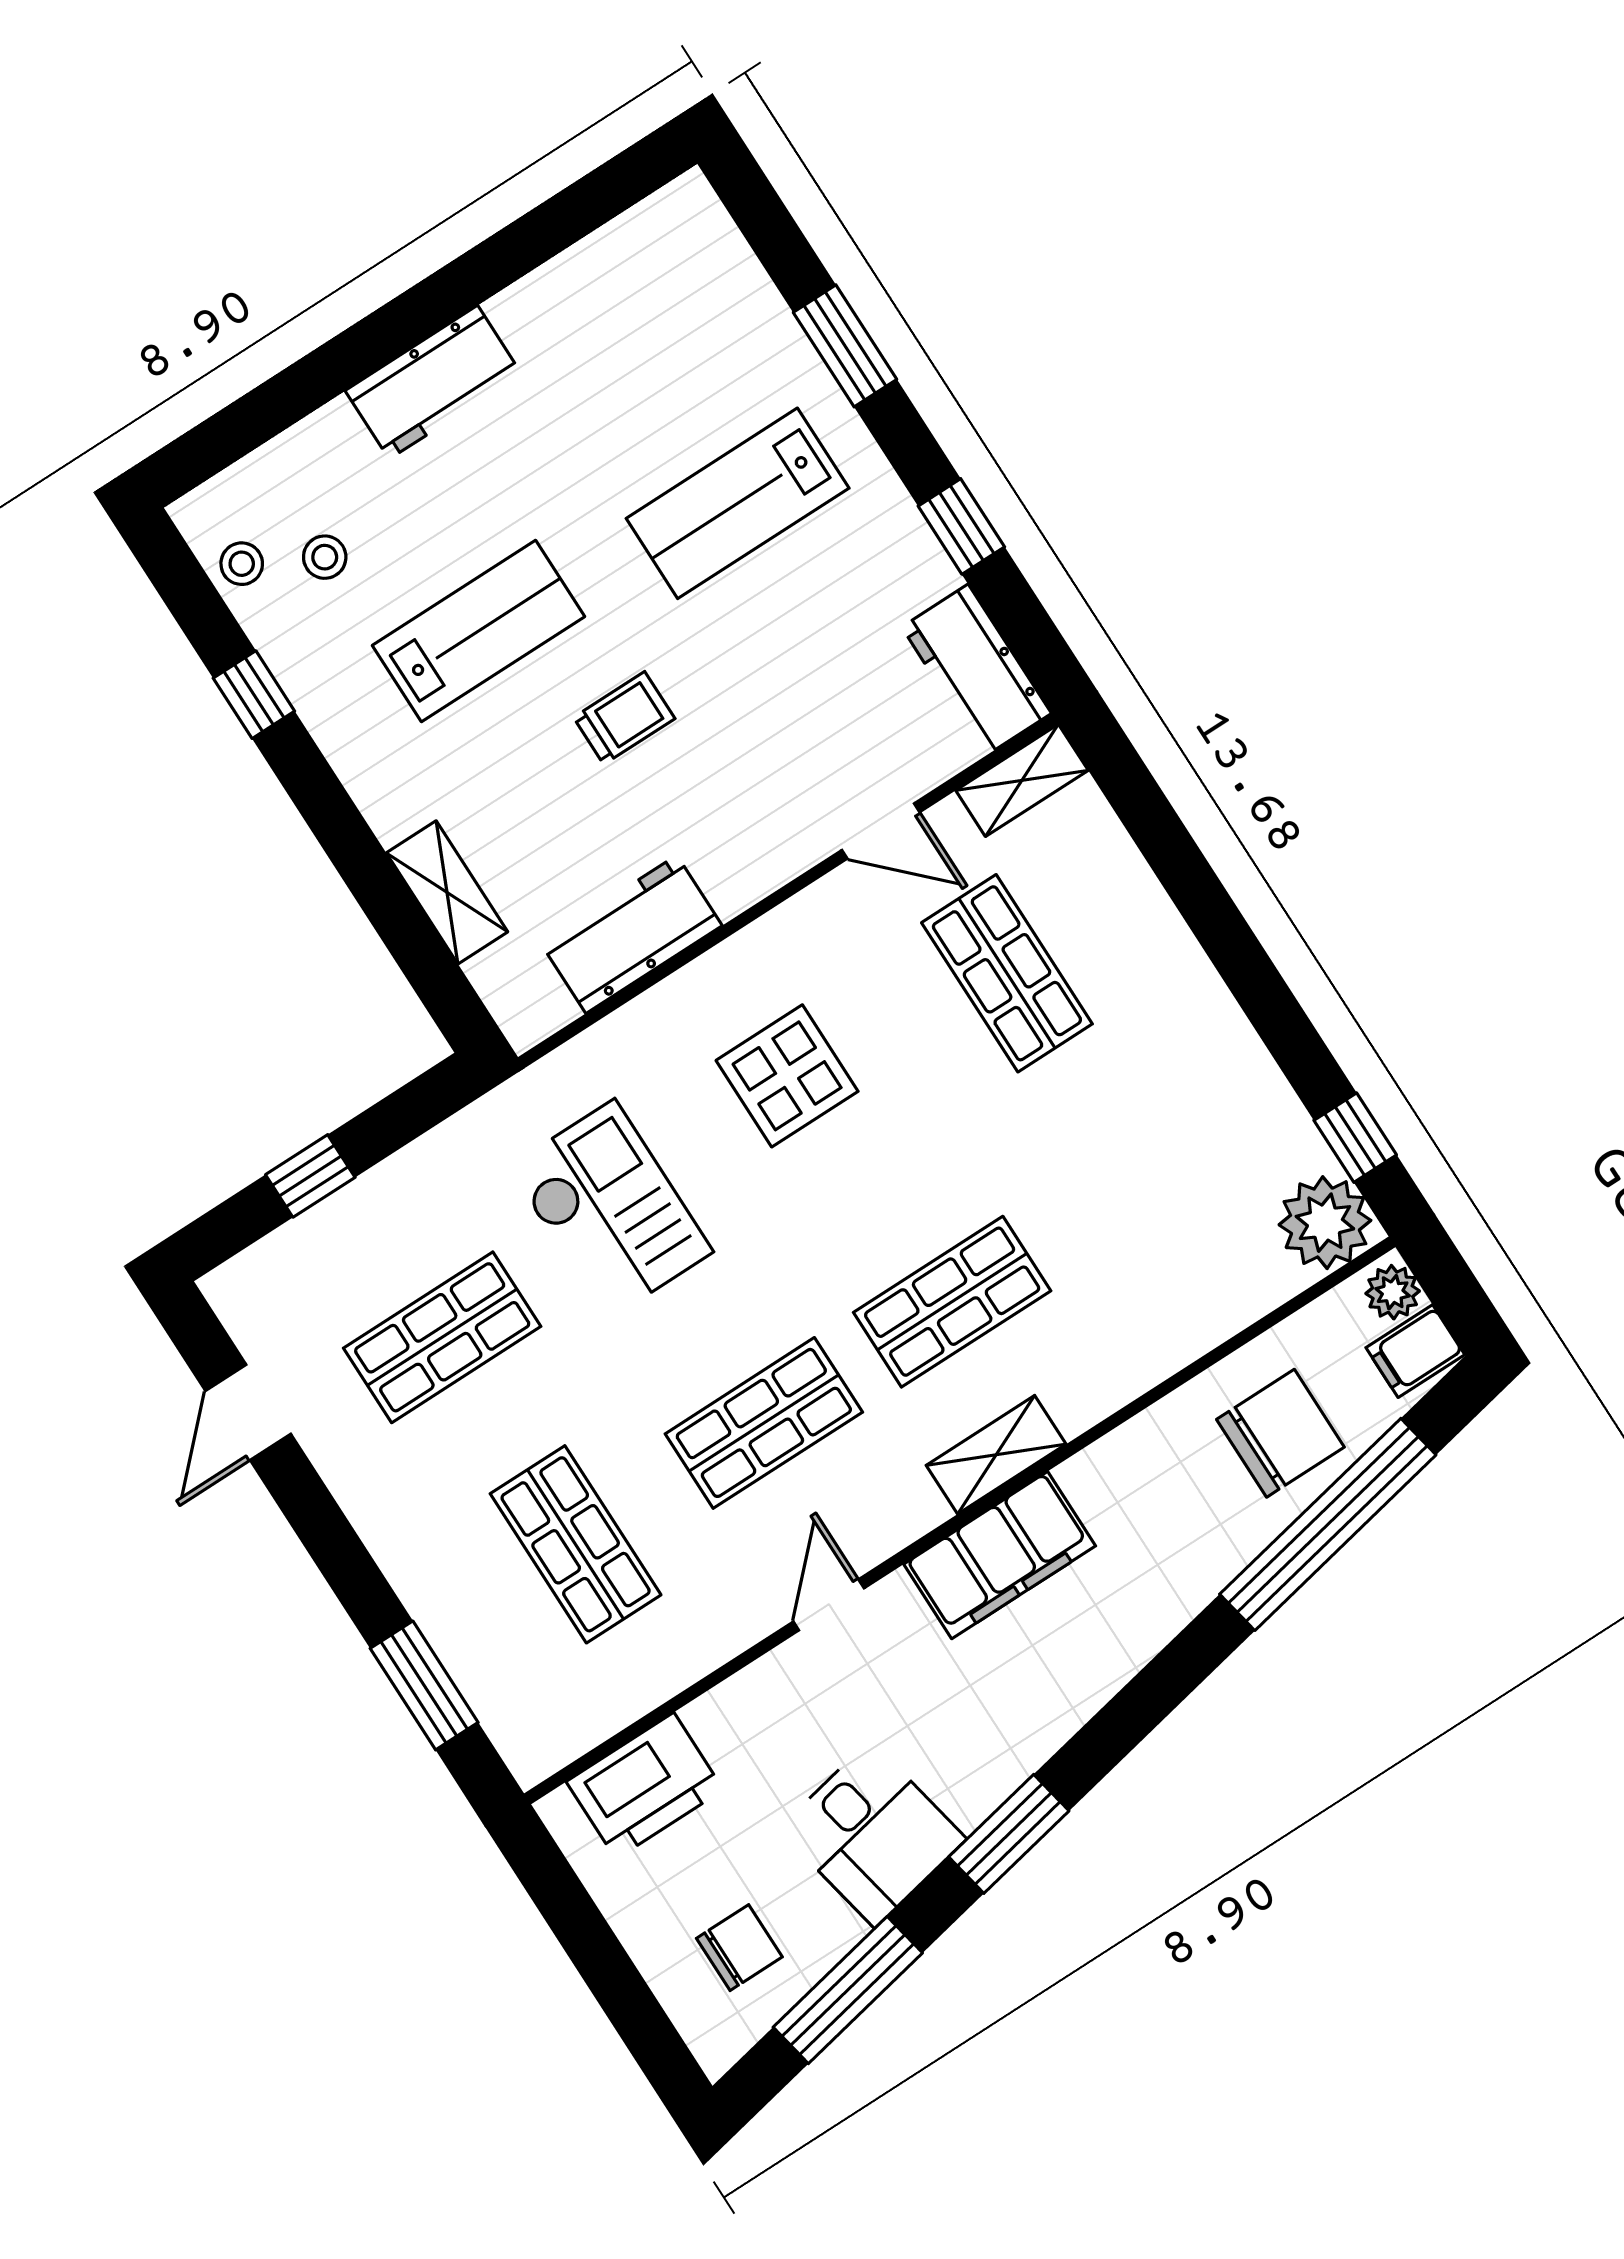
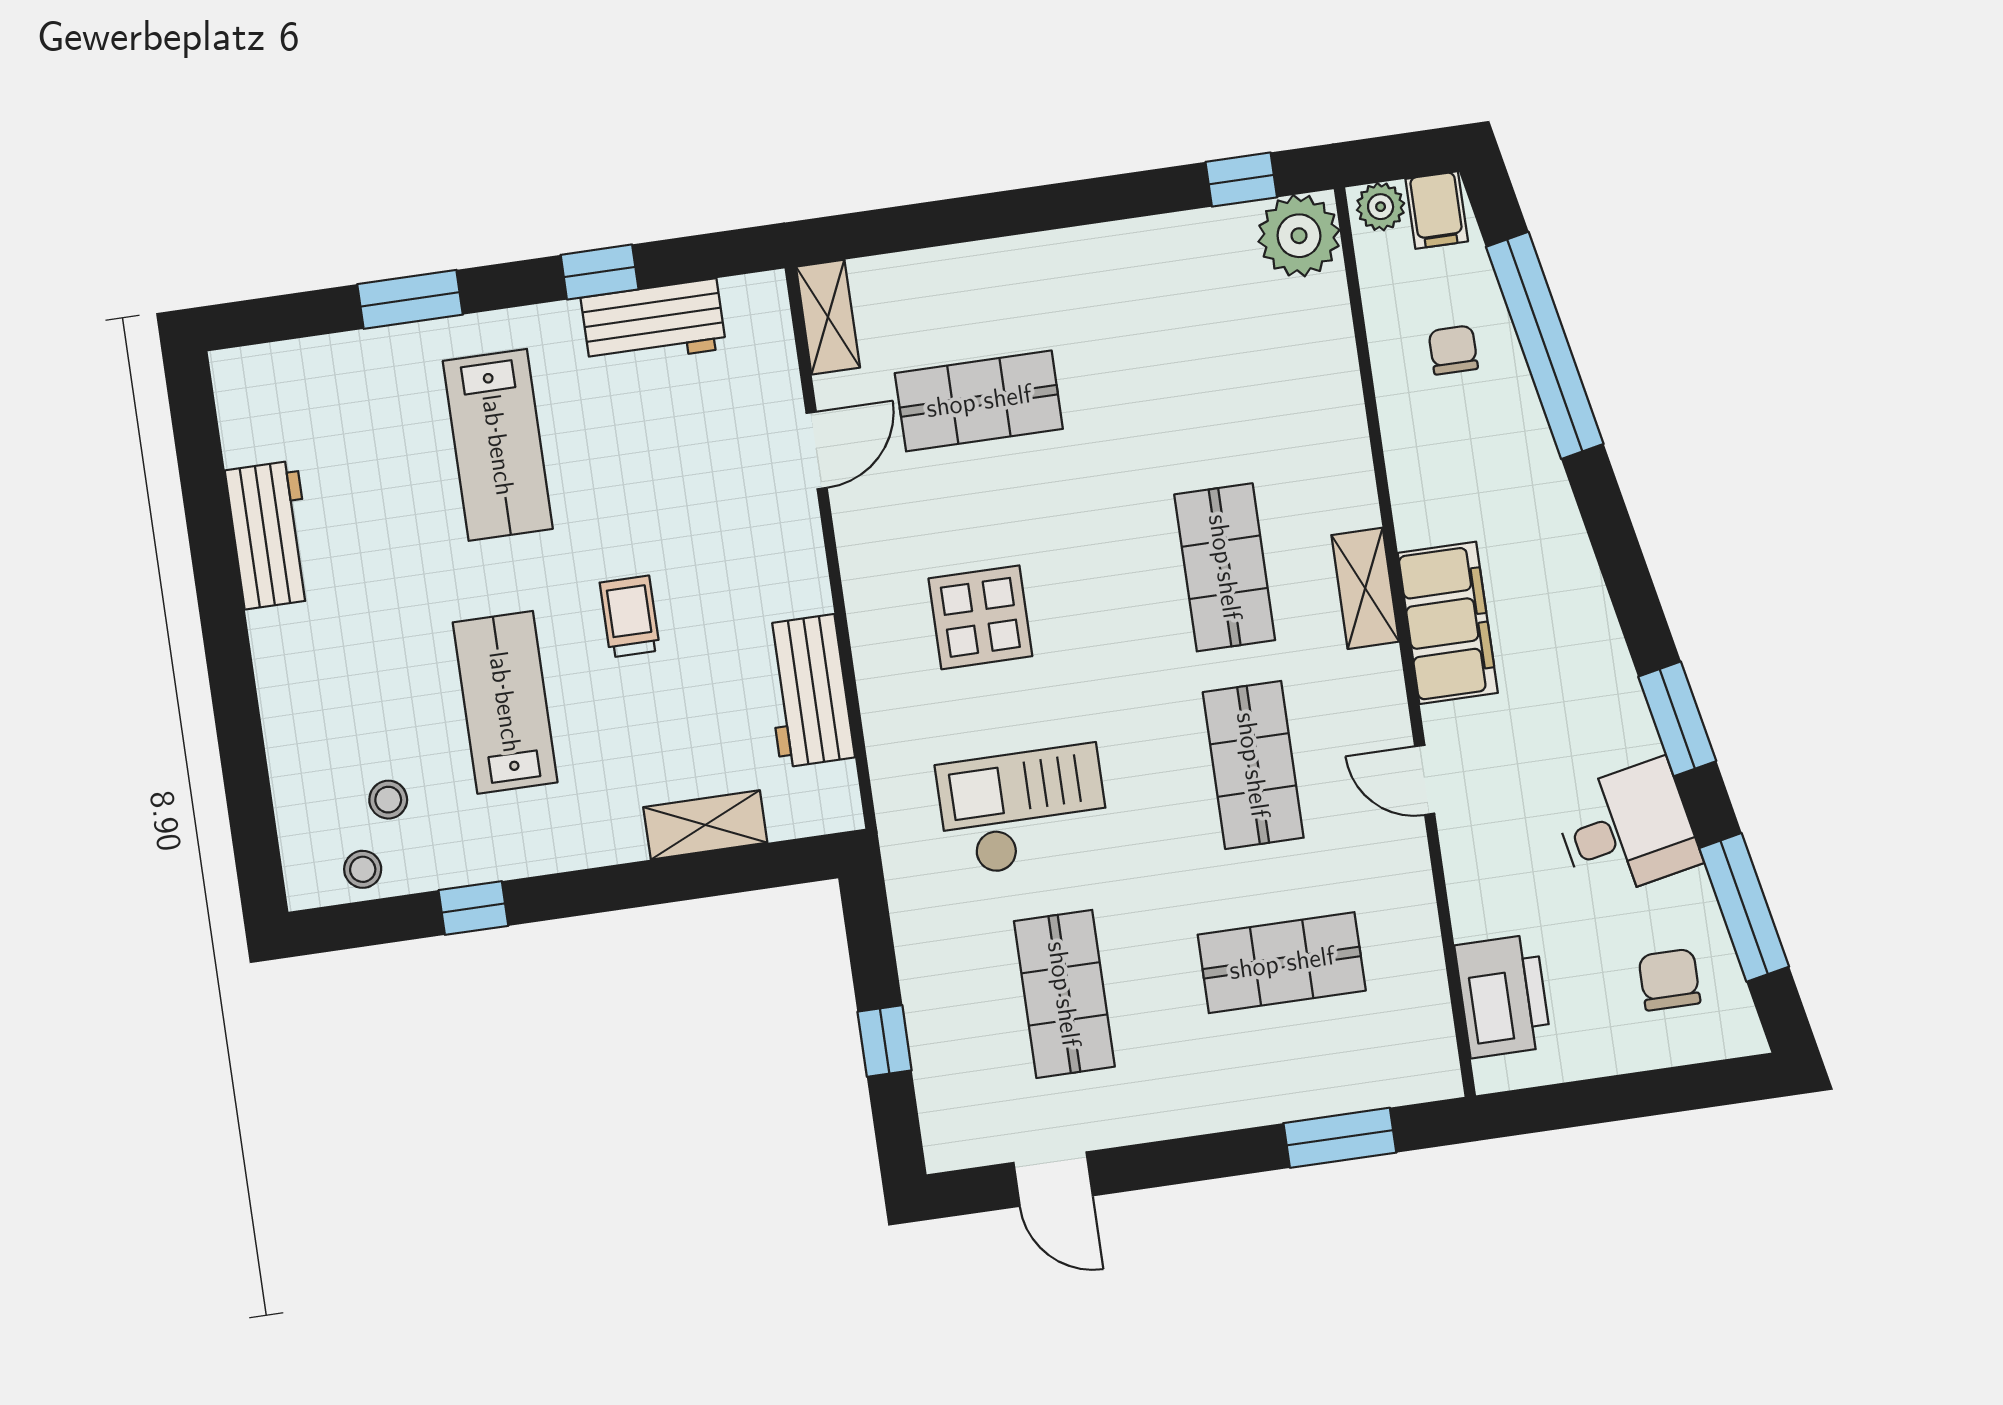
workbench: (433, 382) -> (271, 535), moved
workbench: (976, 670) -> (653, 323), moved
chair: (1280, 1433) -> (1453, 350), width x0.54, depth x0.54

